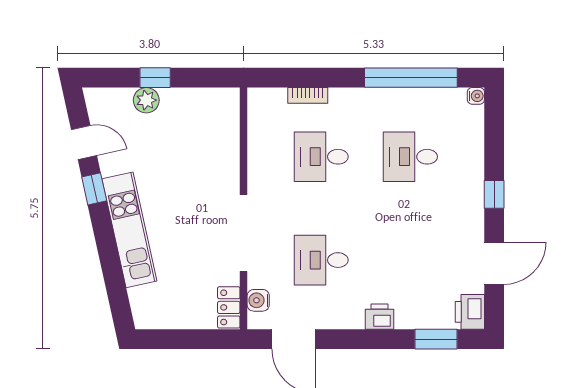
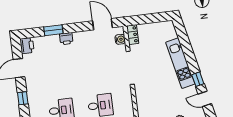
desk: (321, 260) -> (95, 60), removed
window: (436, 339) -> (53, 30), moved

